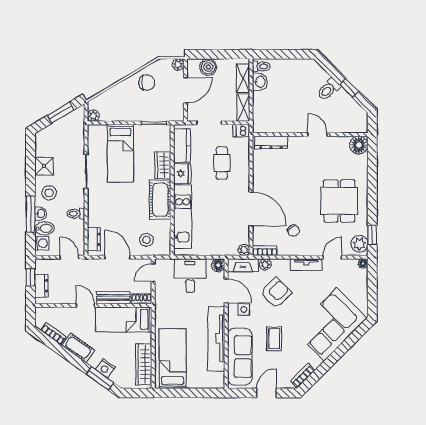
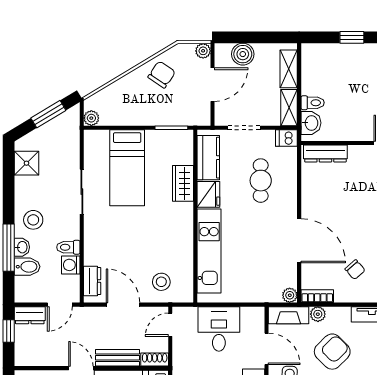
window: (291, 54) -> (352, 37), added
toilet: (261, 66) -> (313, 103), moved
washbasin: (260, 82) -> (311, 123), moved
chair: (147, 83) -> (162, 75), turned -56
shower: (44, 166) -> (26, 163), moved
cot: (160, 200) -> (179, 229), removed
washing machine: (42, 243) -> (71, 265), moved, turned 180
door: (69, 257) -> (60, 305), swing flipped
floor lamp: (218, 265) -> (256, 315), removed
dresser: (42, 286) -> (30, 315), moved, turned 90

